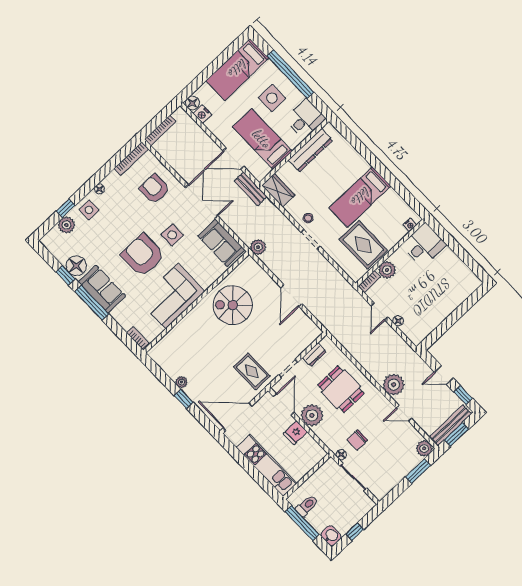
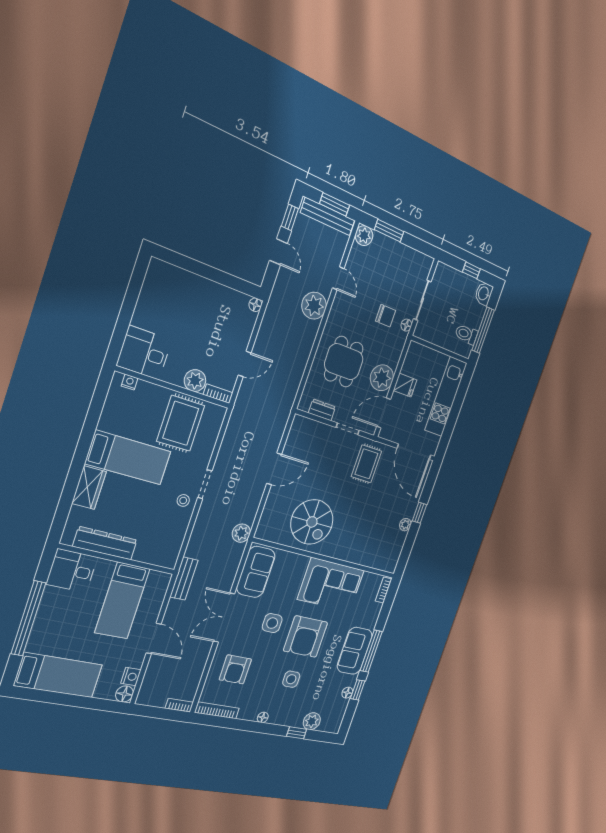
side table: (272, 98) -> (69, 620), removed
bookcase: (160, 130) -> (179, 705), width x0.64
door: (233, 159) -> (154, 638), moved
wardrobe: (278, 190) -> (89, 488), moved, turned 180
side table: (89, 210) -> (291, 679), moved
floor lamp: (76, 266) -> (347, 693), width x0.53, depth x0.53
floor lamp: (398, 321) -> (255, 305), moved

